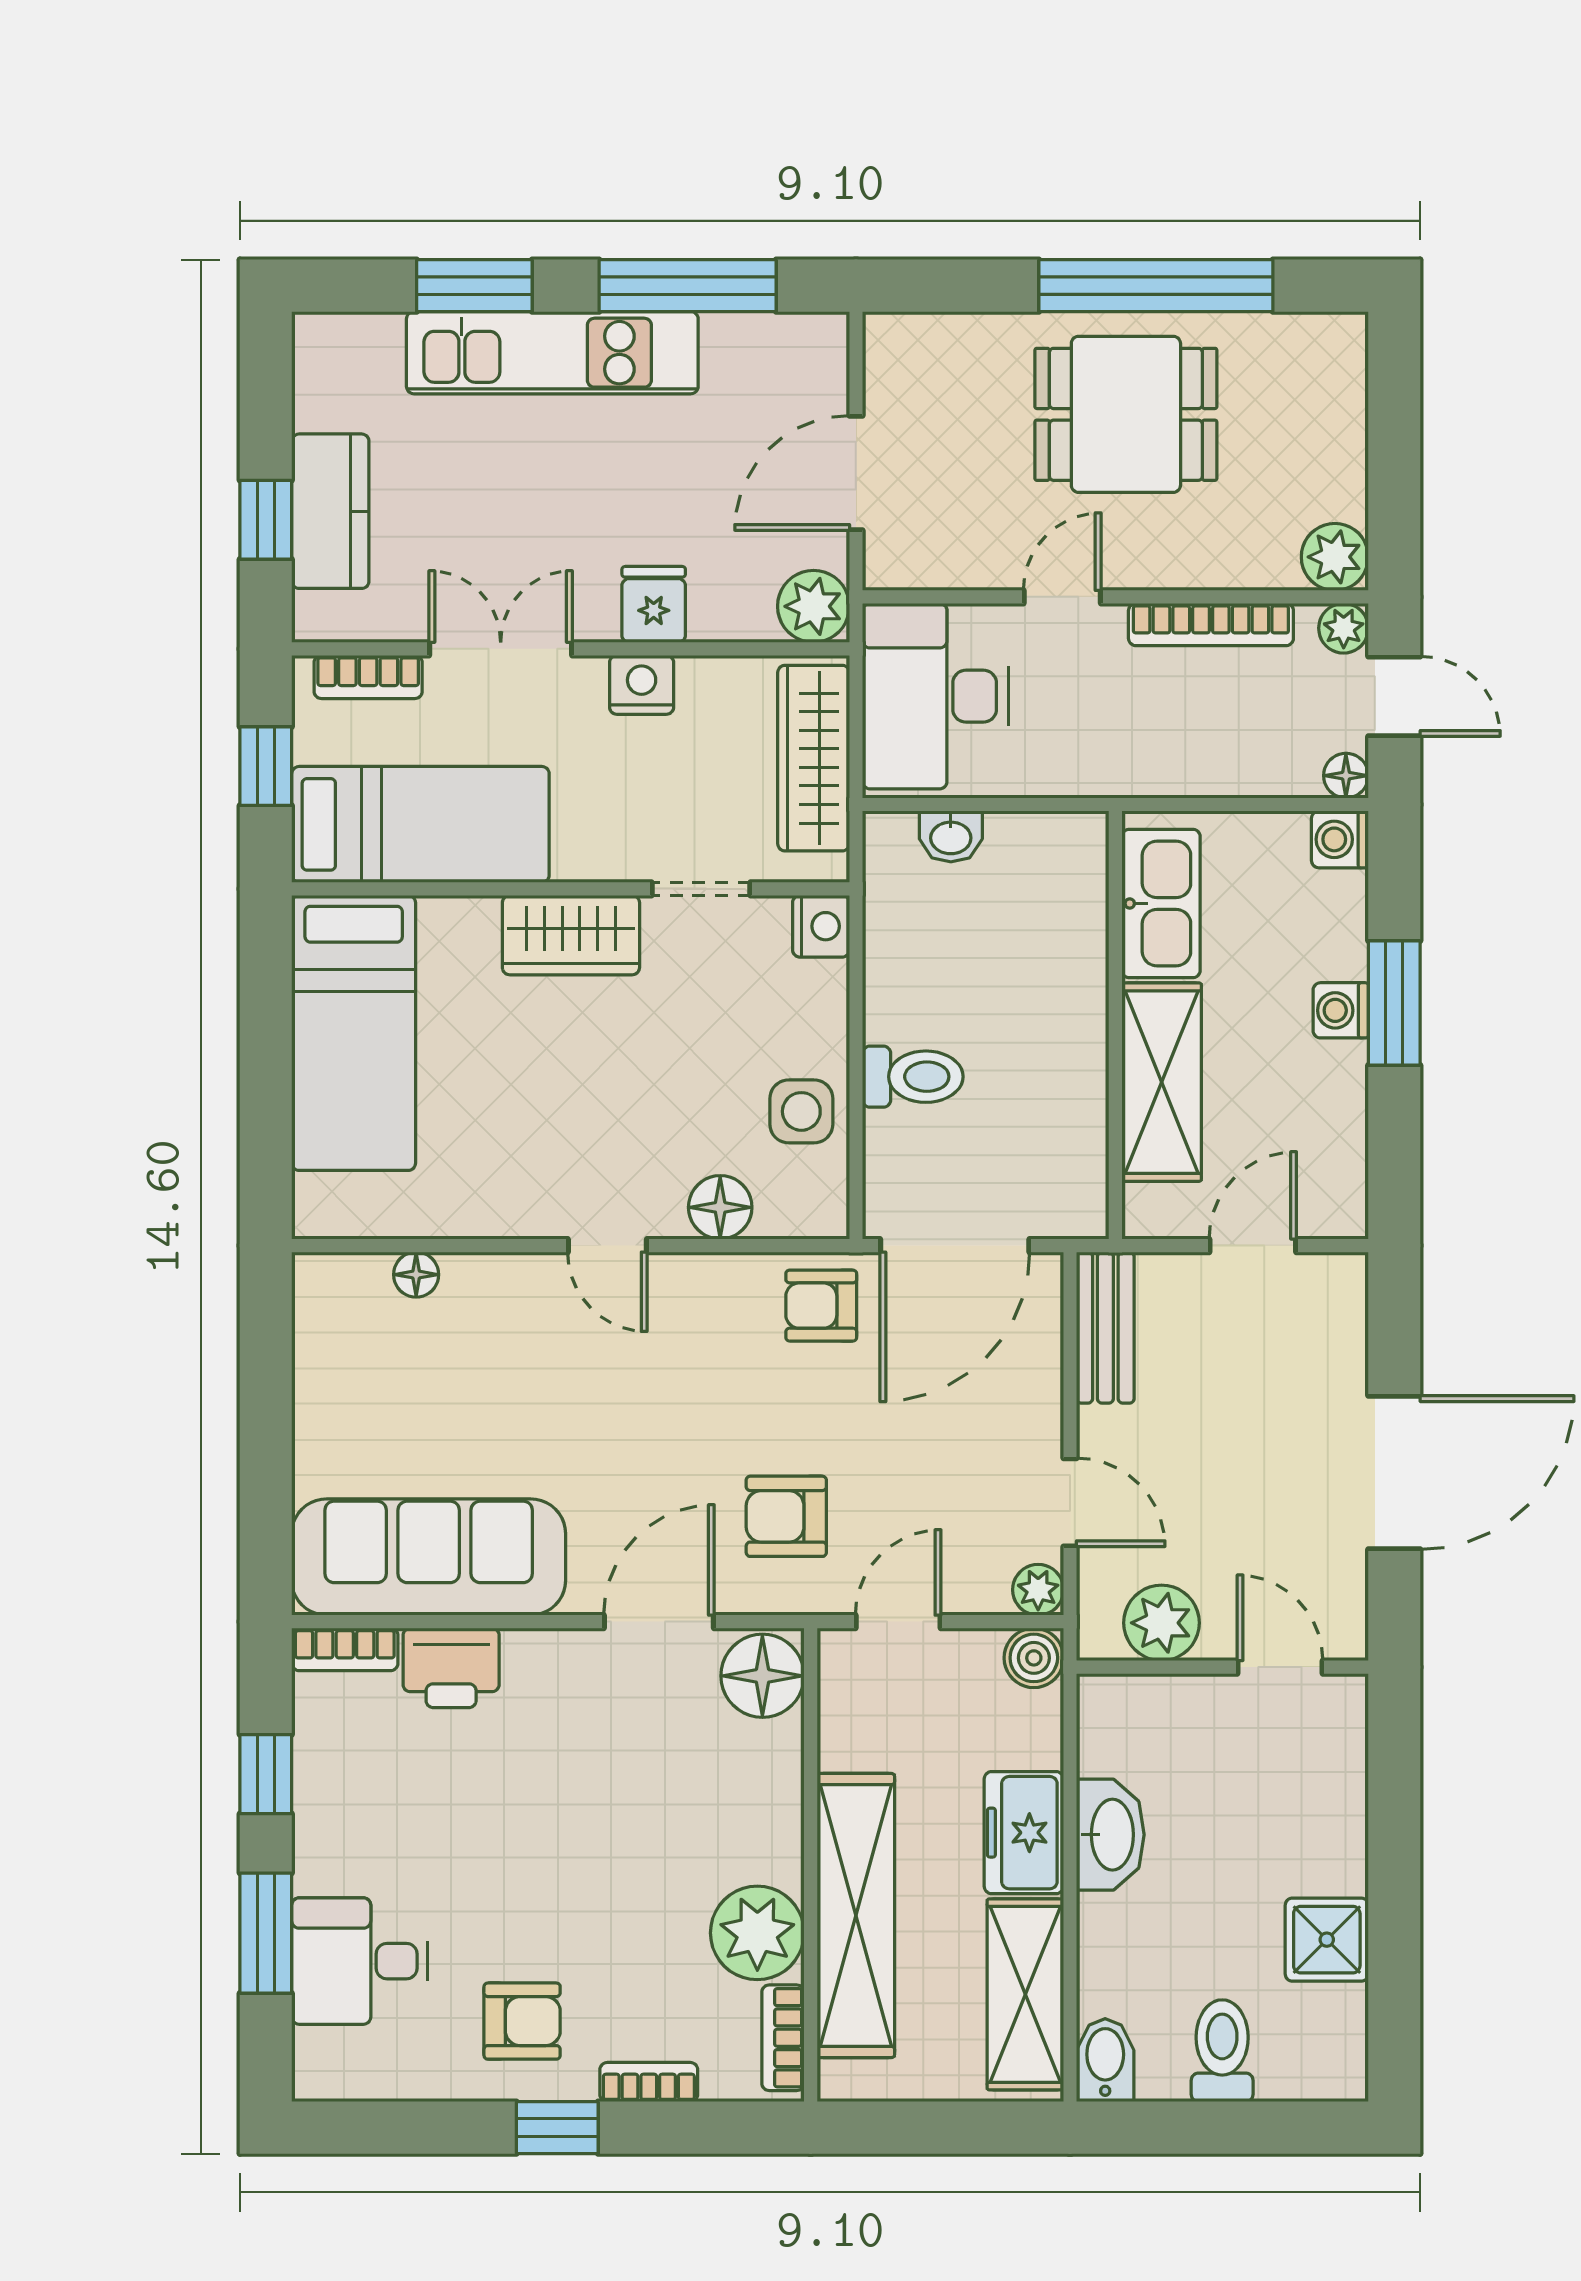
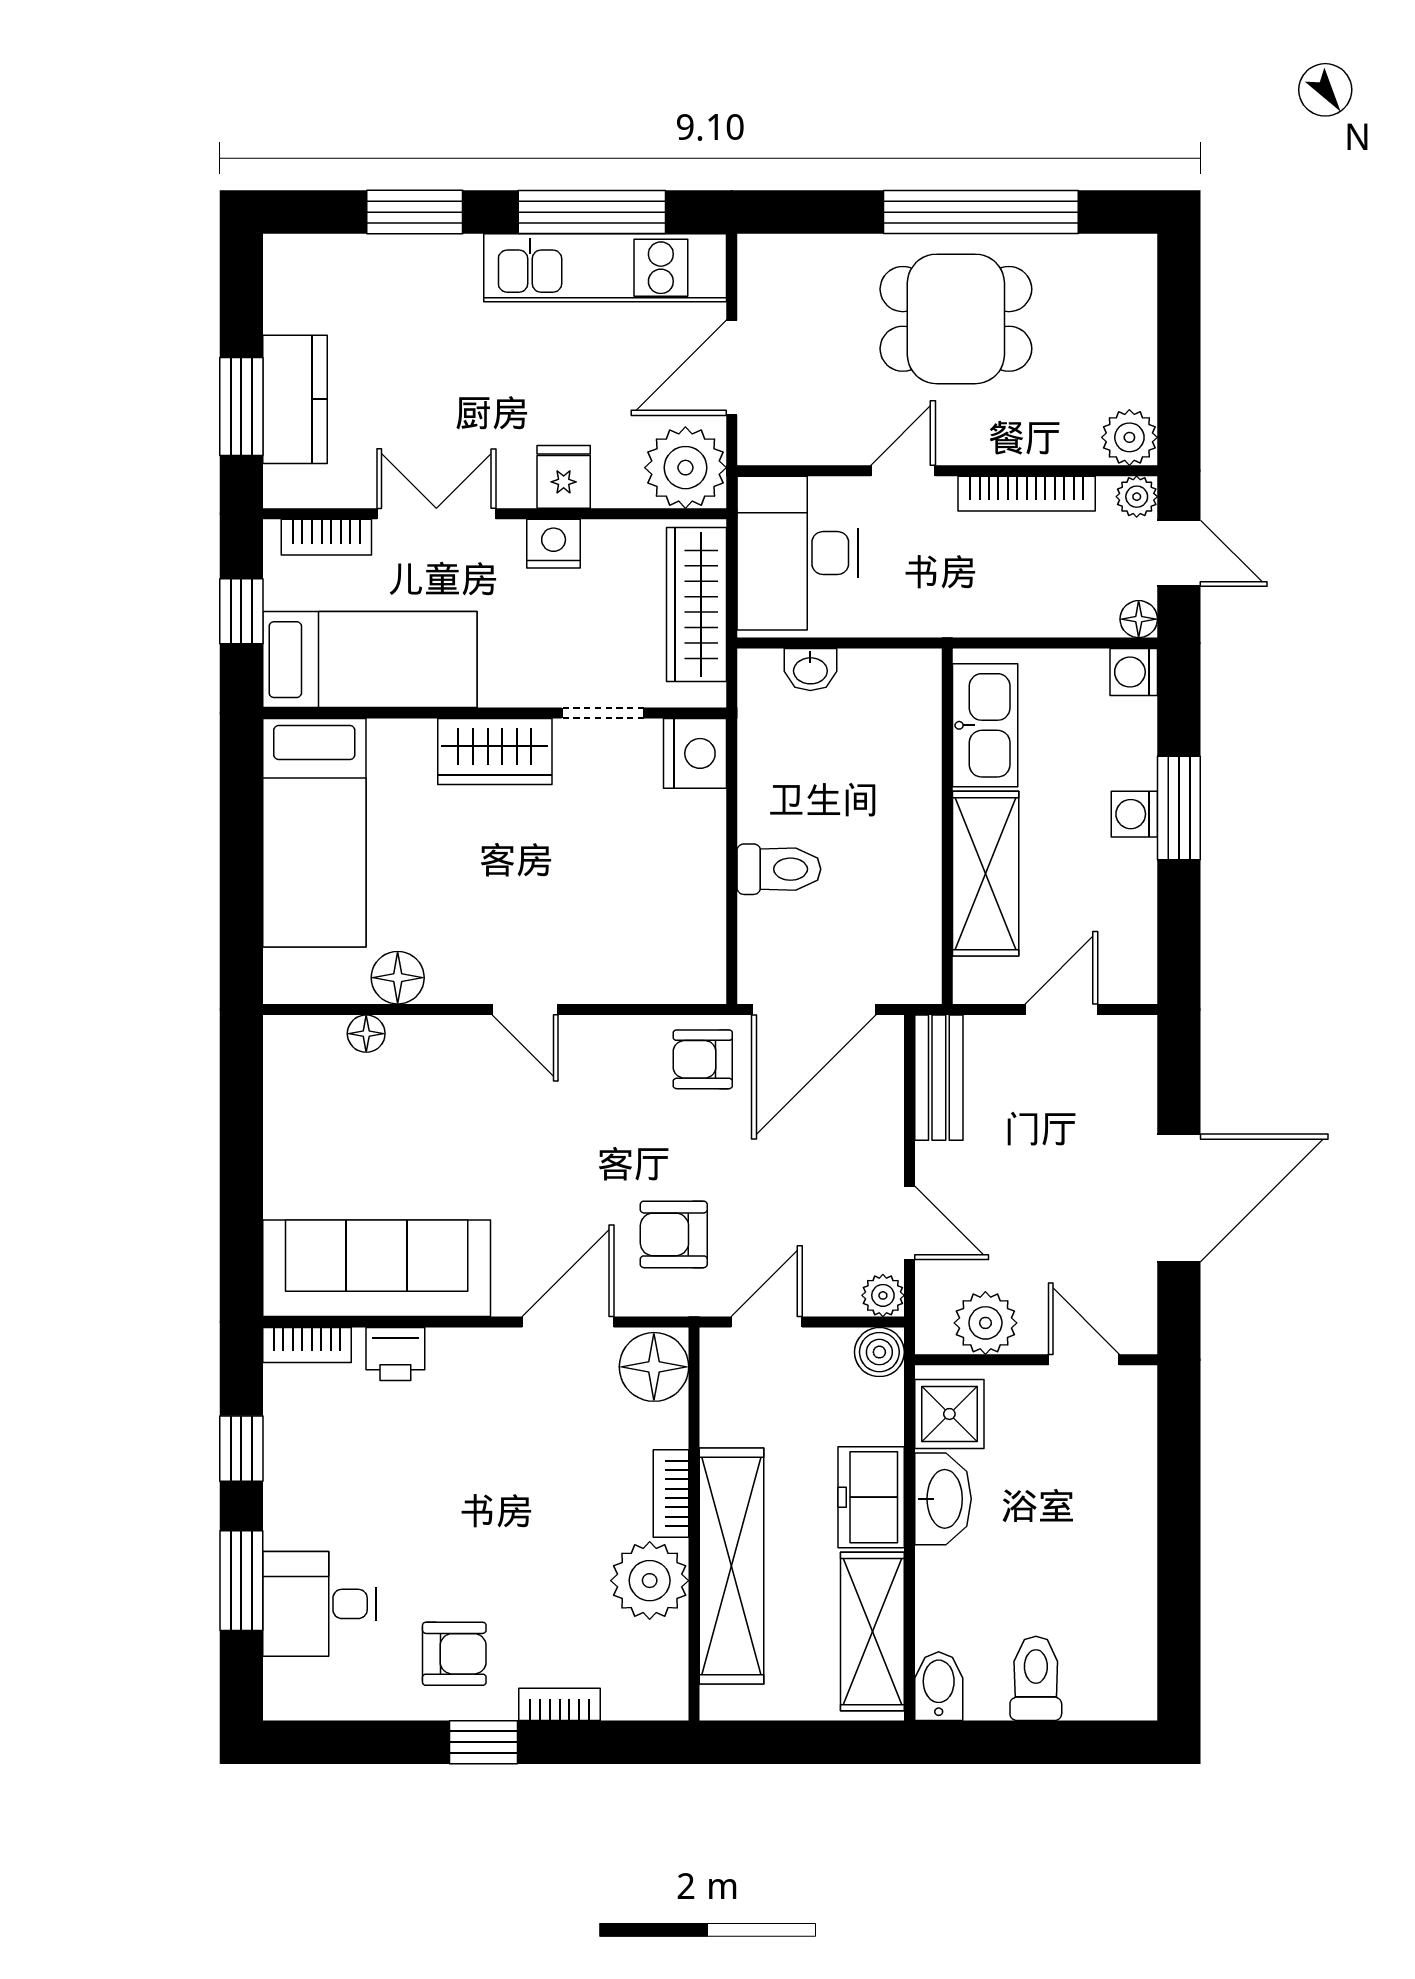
kitchen unit: (552, 353) -> (605, 268), moved
window: (266, 520) -> (241, 407), width x1.50
plant: (814, 606) -> (685, 468), width x1.36, depth x1.36
nightstand: (821, 926) -> (695, 753), width x1.36, depth x1.33
side table: (801, 1111) -> (686, 898), removed
floor lamp: (720, 1207) -> (398, 978), moved
printer: (451, 1668) -> (395, 1354), width x0.73, depth x0.81
shower: (1327, 1940) -> (949, 1414), moved
bookcase: (783, 2038) -> (671, 1493), moved

